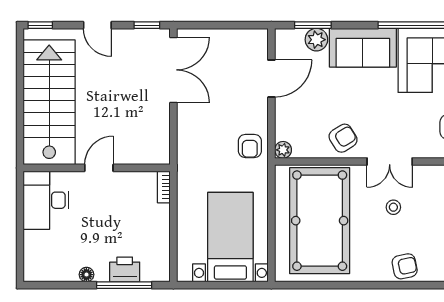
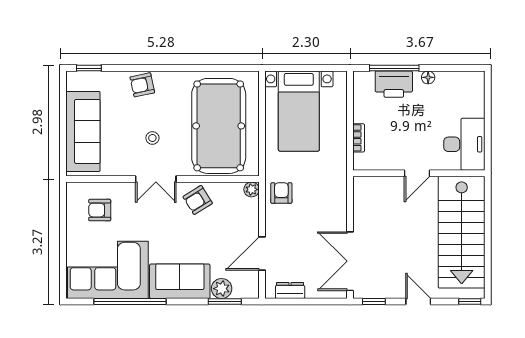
dresser: (240, 37) -> (290, 290), added
double door: (390, 162) -> (156, 179), swing flipped
bookcase: (164, 187) -> (359, 138), moved
printer: (125, 269) -> (394, 84), width x1.37, depth x1.19

